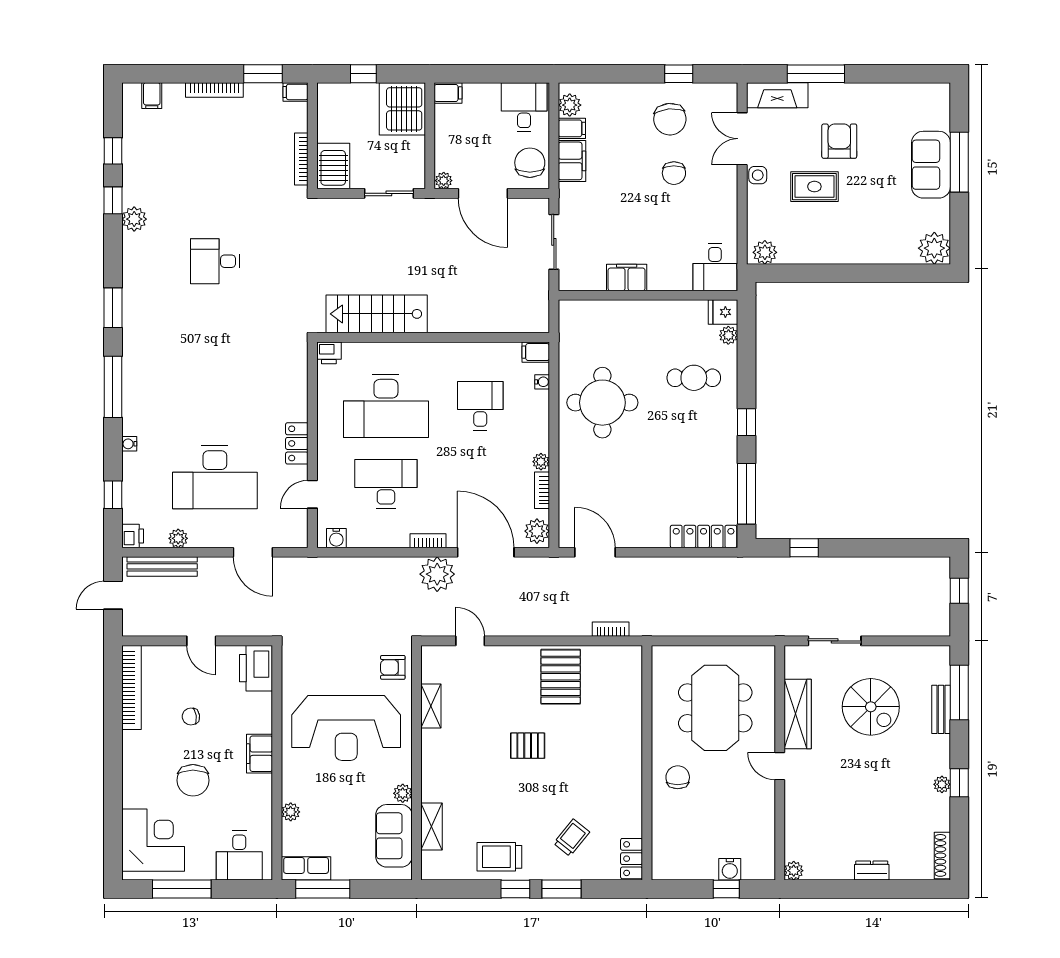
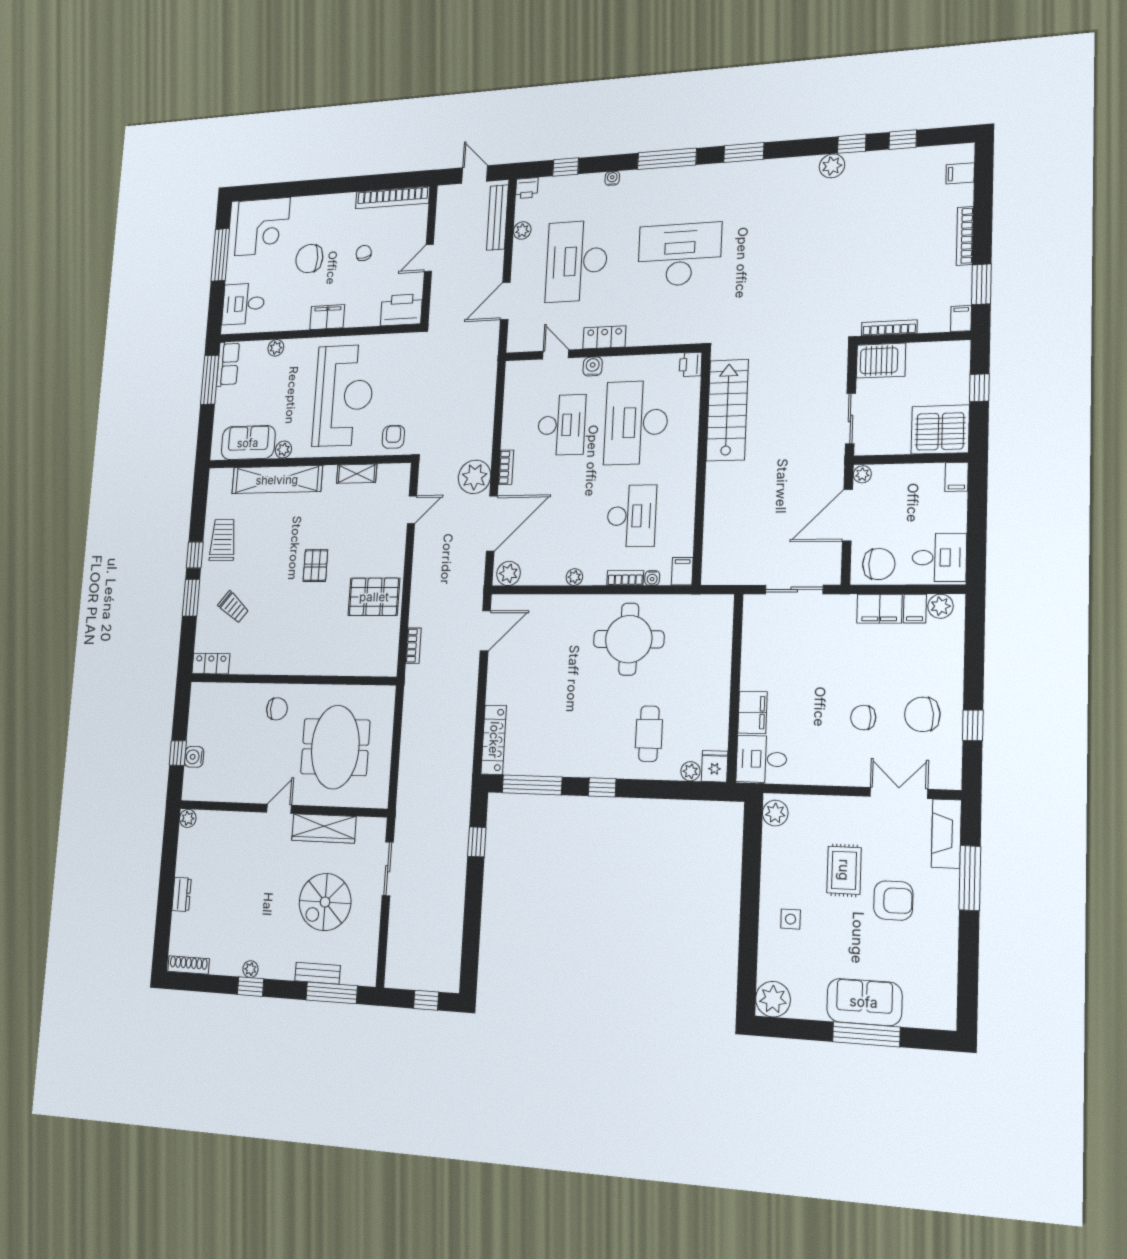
side table: (758, 175) -> (790, 919), moved
desk: (215, 261) -> (680, 255), moved, width x1.87, depth x1.30
filing cabinet: (627, 278) -> (752, 712), moved
desk: (480, 406) -> (632, 516), width x1.37
bookcase: (542, 490) -> (625, 578), moved
water cooler: (336, 538) -> (593, 366), moved, turned 90
meeting table: (715, 708) -> (335, 747), turned 90
reception desk: (346, 728) -> (343, 395), turned 180
shelving: (432, 826) -> (277, 480), width x2.20, depth x1.33

